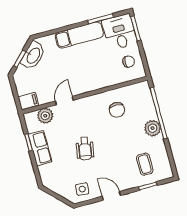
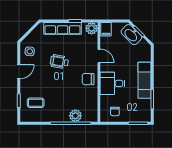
desk: (120, 32) -> (112, 83), moved, turned 180
washbasin: (33, 55) -> (131, 35), moved
chair: (117, 110) -> (88, 79), moved
plant: (45, 116) -> (92, 28), moved
plant: (153, 128) -> (75, 116), moved
row of seats: (40, 148) -> (63, 28), width x1.48

